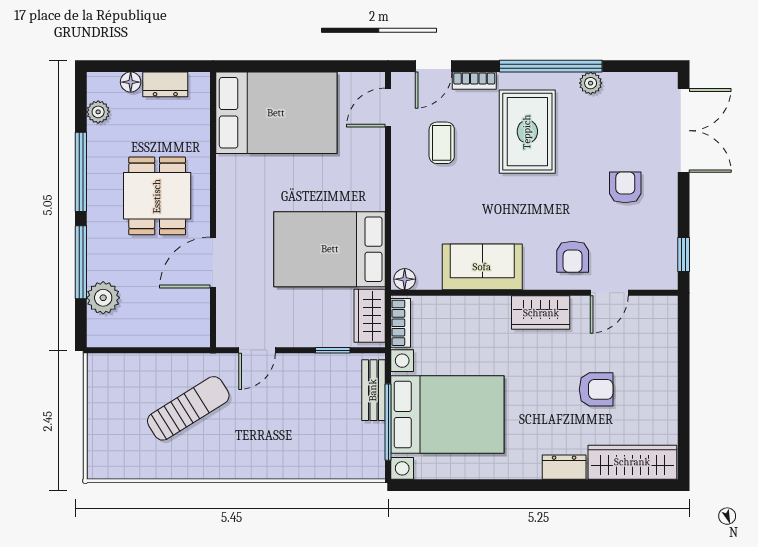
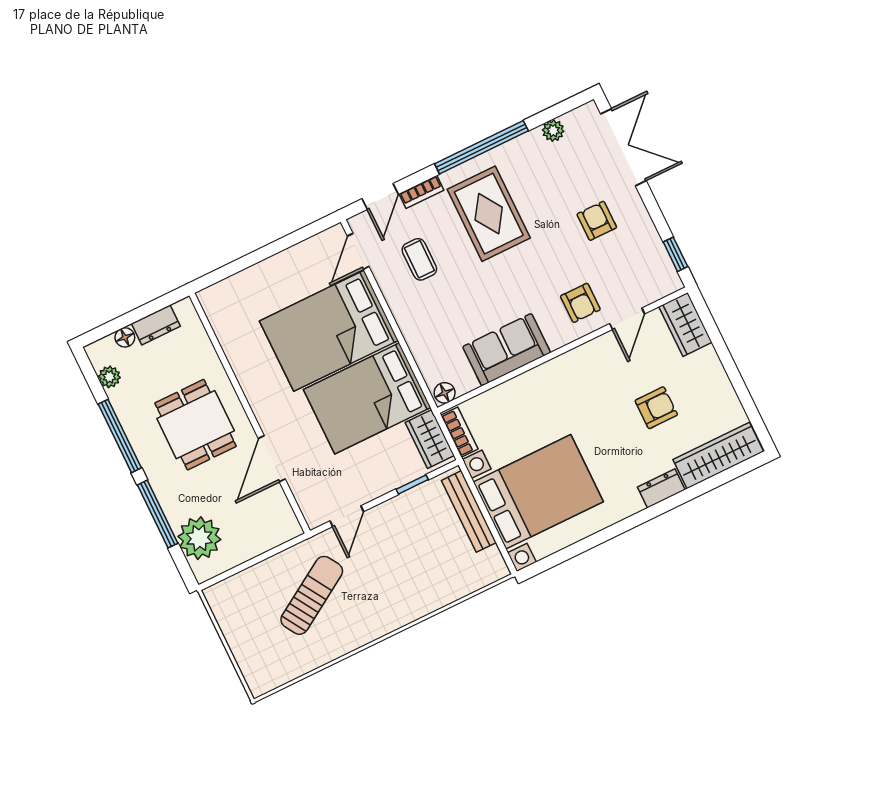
plant: (591, 83) -> (553, 131), moved
bed: (276, 113) -> (329, 331), moved, turned 180
plant: (103, 298) -> (199, 538), width x1.36, depth x1.36
wardrobe: (541, 313) -> (685, 324), moved, turned 90
bench: (373, 390) -> (469, 511), width x1.36
window: (388, 422) -> (490, 523), removed

